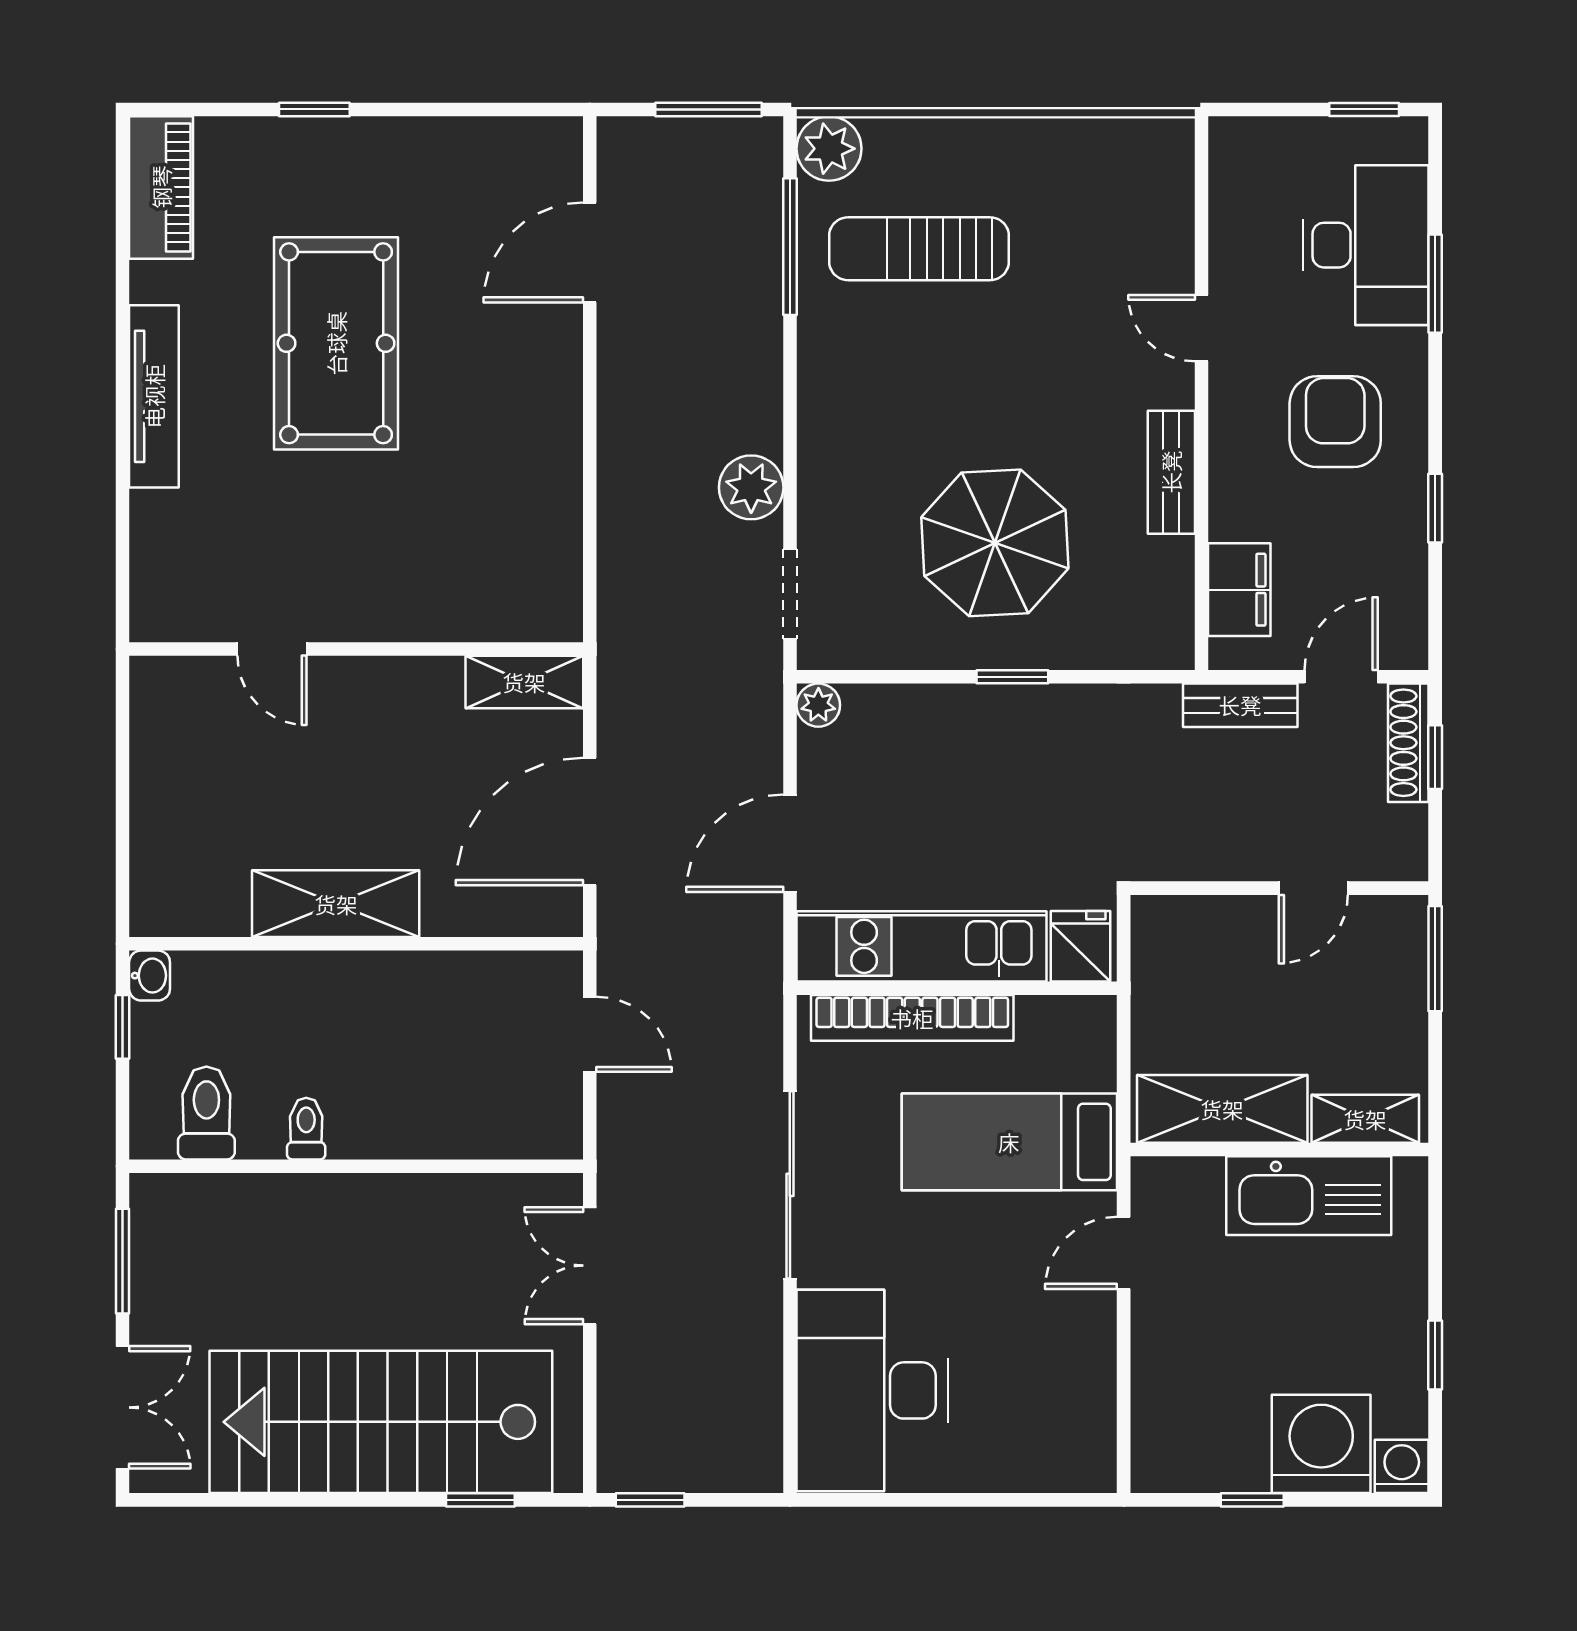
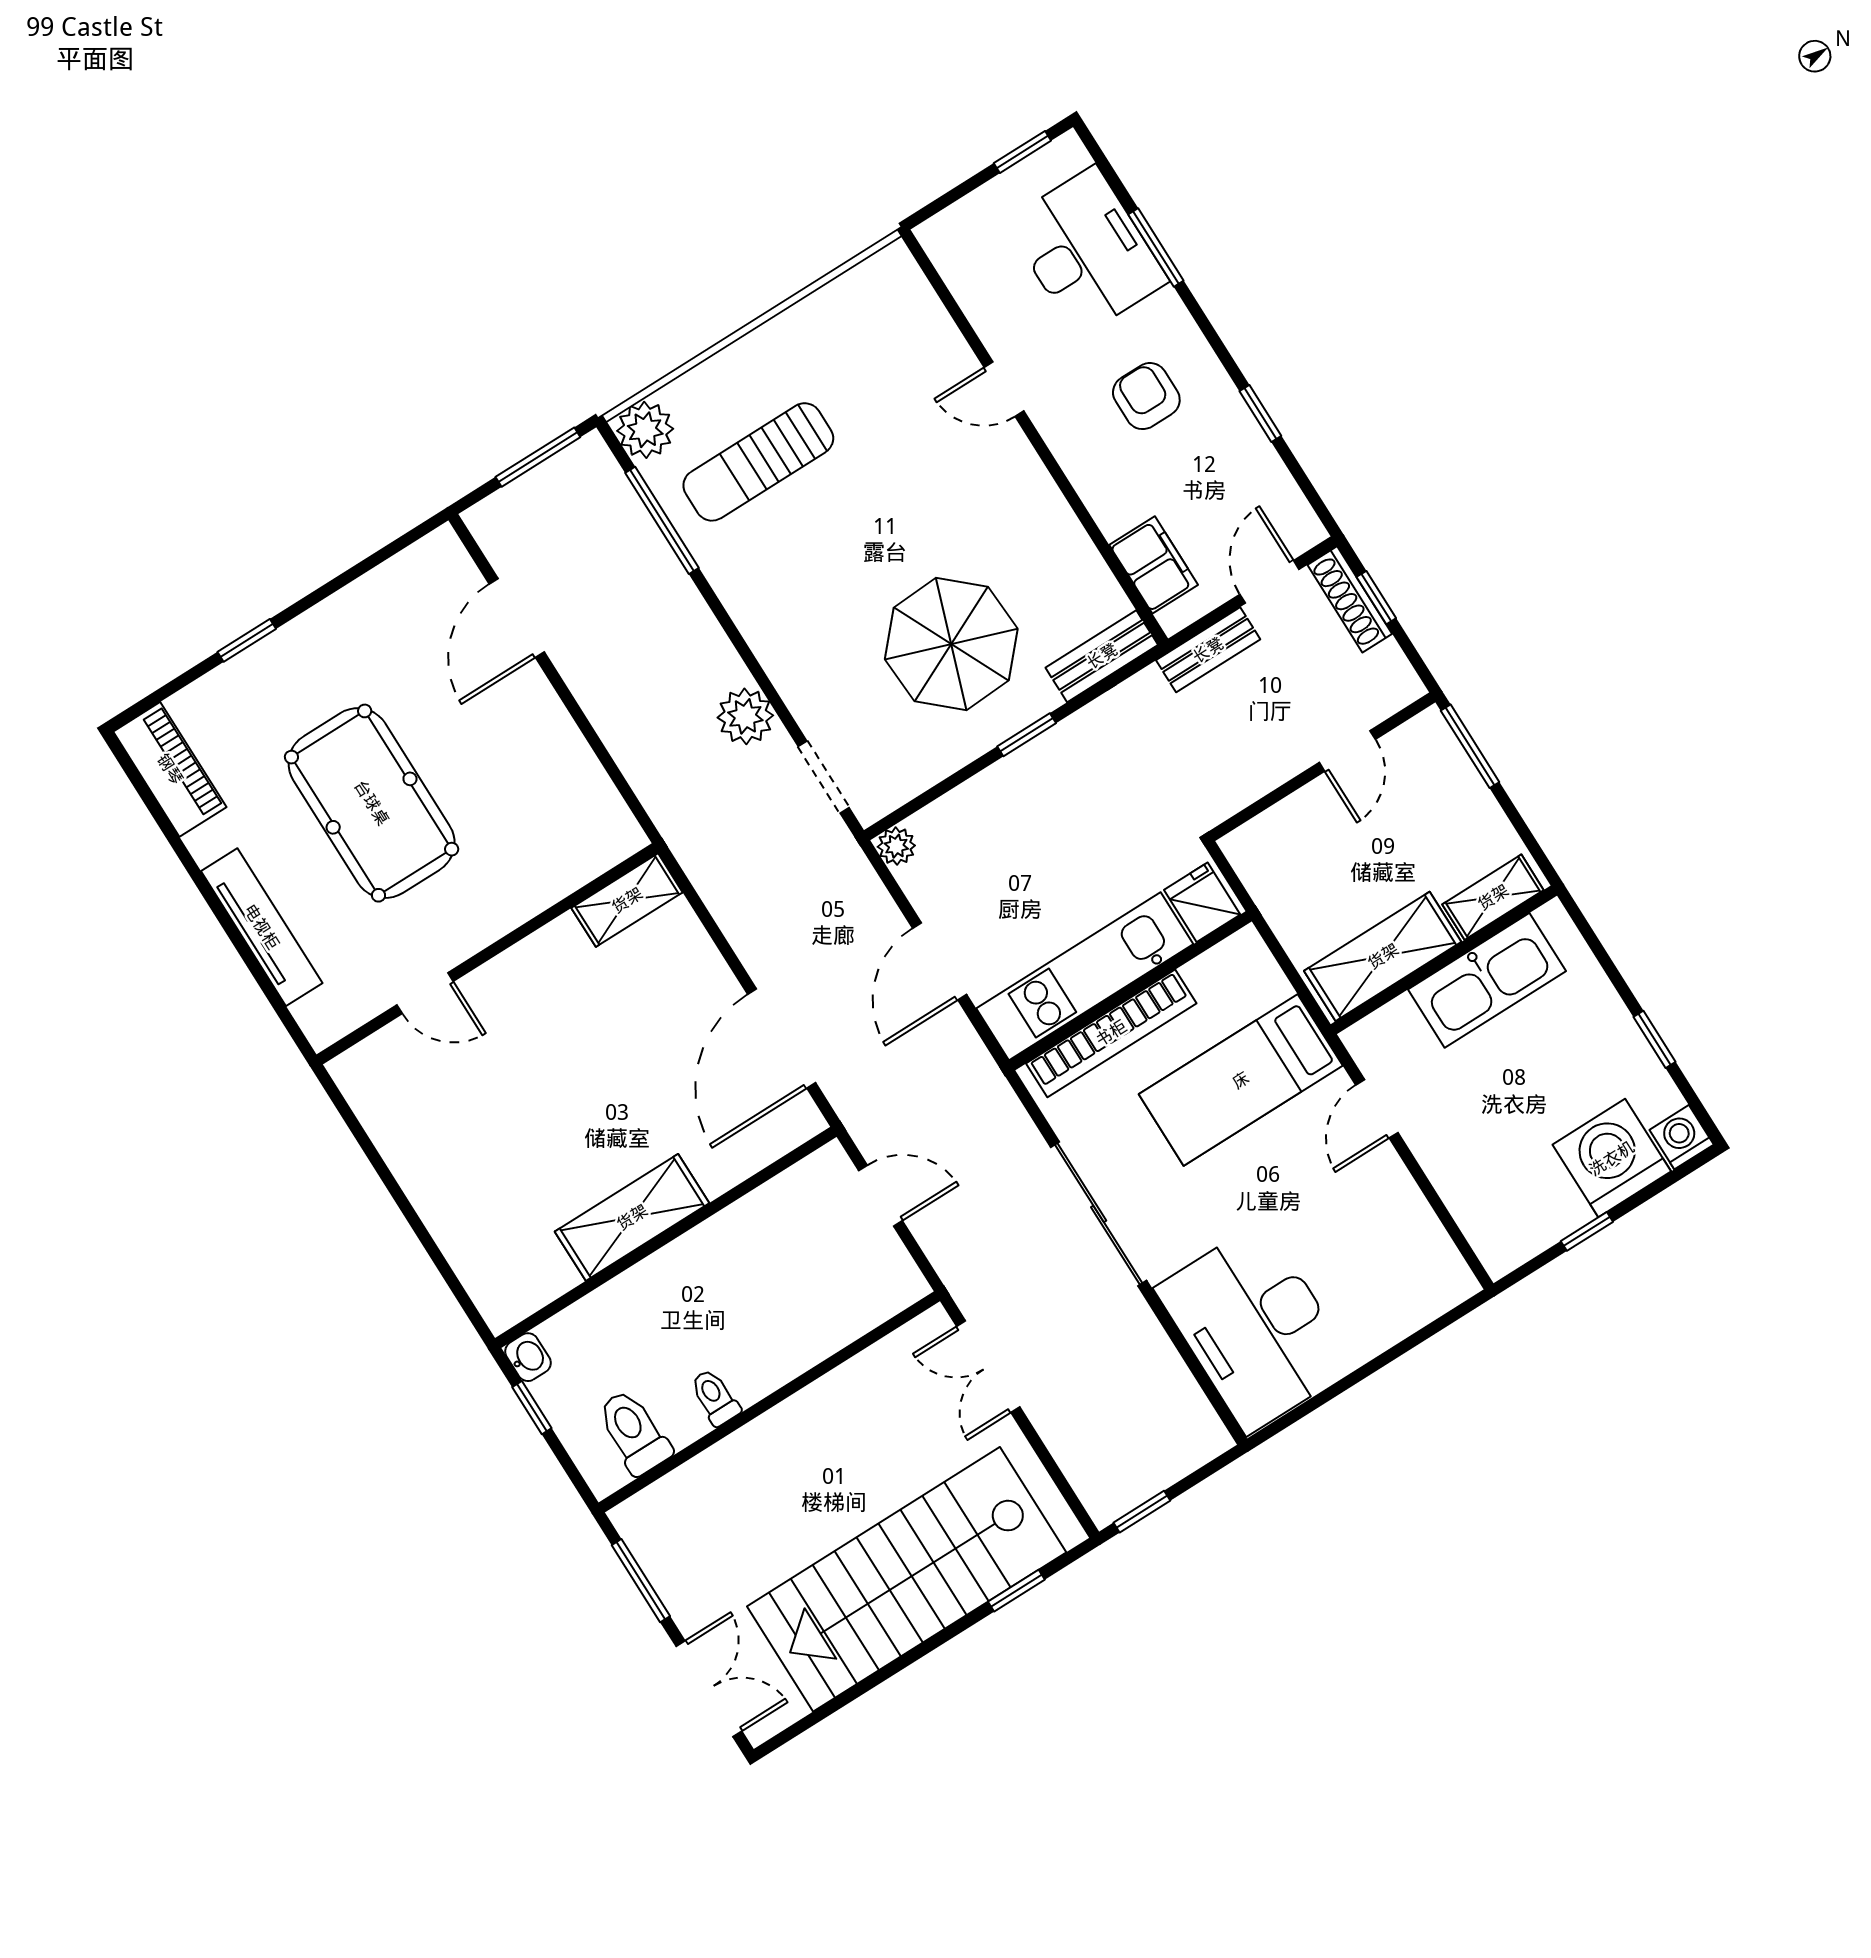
armchair: (1335, 422) -> (1146, 396), width x0.72, depth x0.72
bench: (1171, 472) -> (1102, 656), moved, turned 90
door: (272, 649) -> (425, 993), moved
wall: (356, 649) -> (487, 954), moved
shelving: (524, 682) -> (627, 900), moved

